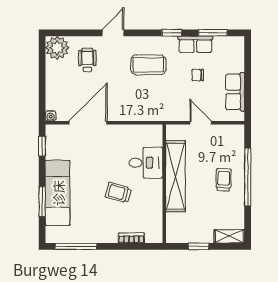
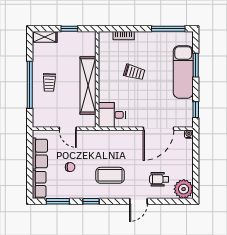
row of seats: (195, 44) -> (39, 184), moved, turned 90
wheelchair: (87, 60) -> (159, 179), turned 90
desk: (146, 163) -> (112, 115), moved

